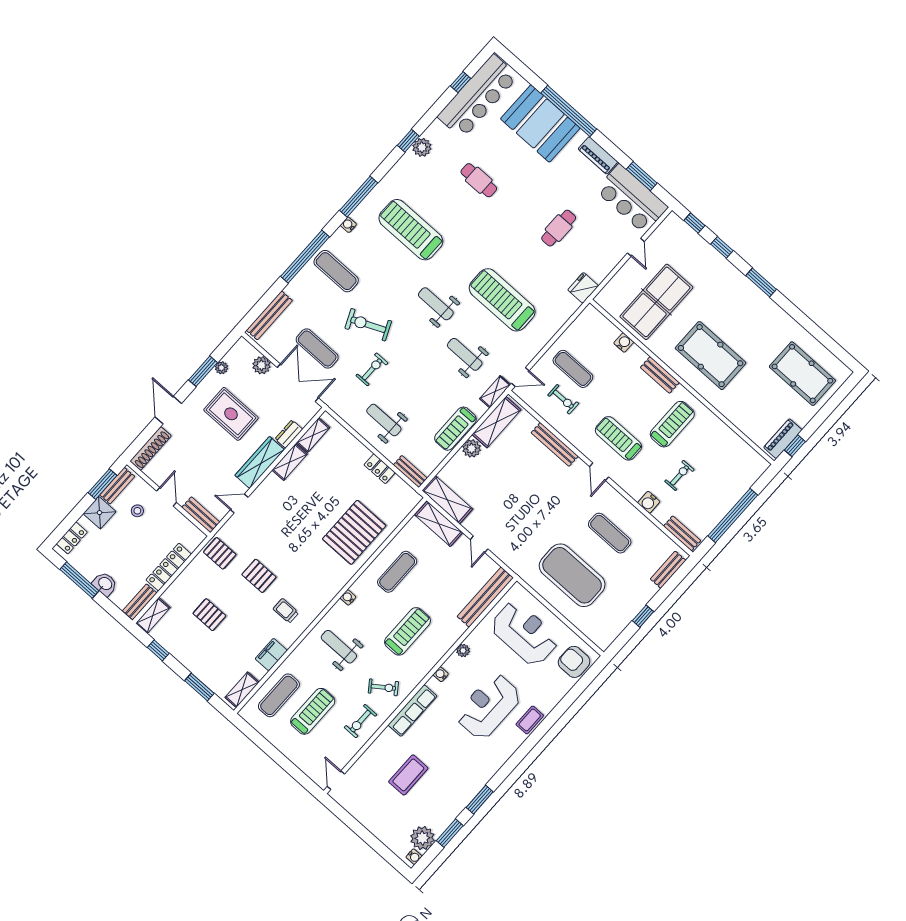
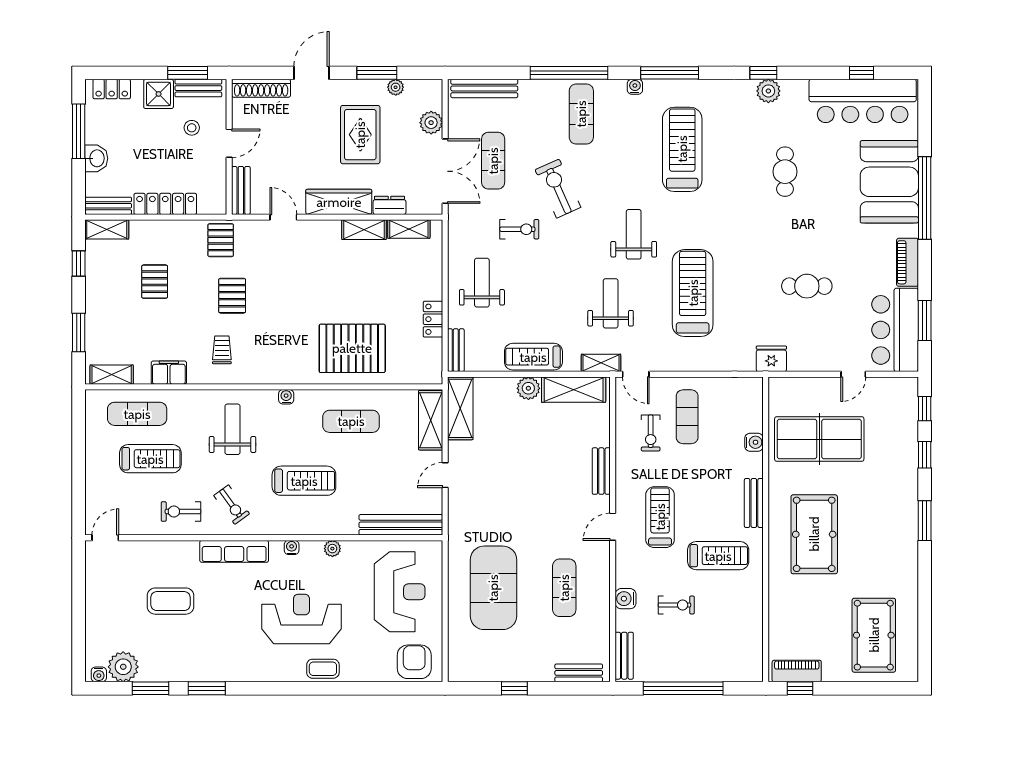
bench: (555, 444) -> (601, 471), width x0.73

